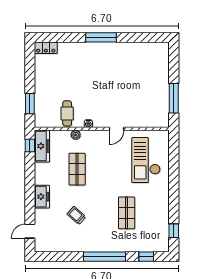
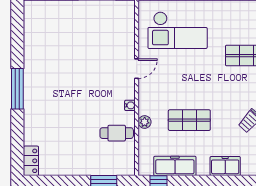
door: (116, 129) -> (137, 69), hinge flipped
freezer: (42, 146) -> (175, 166), moved

